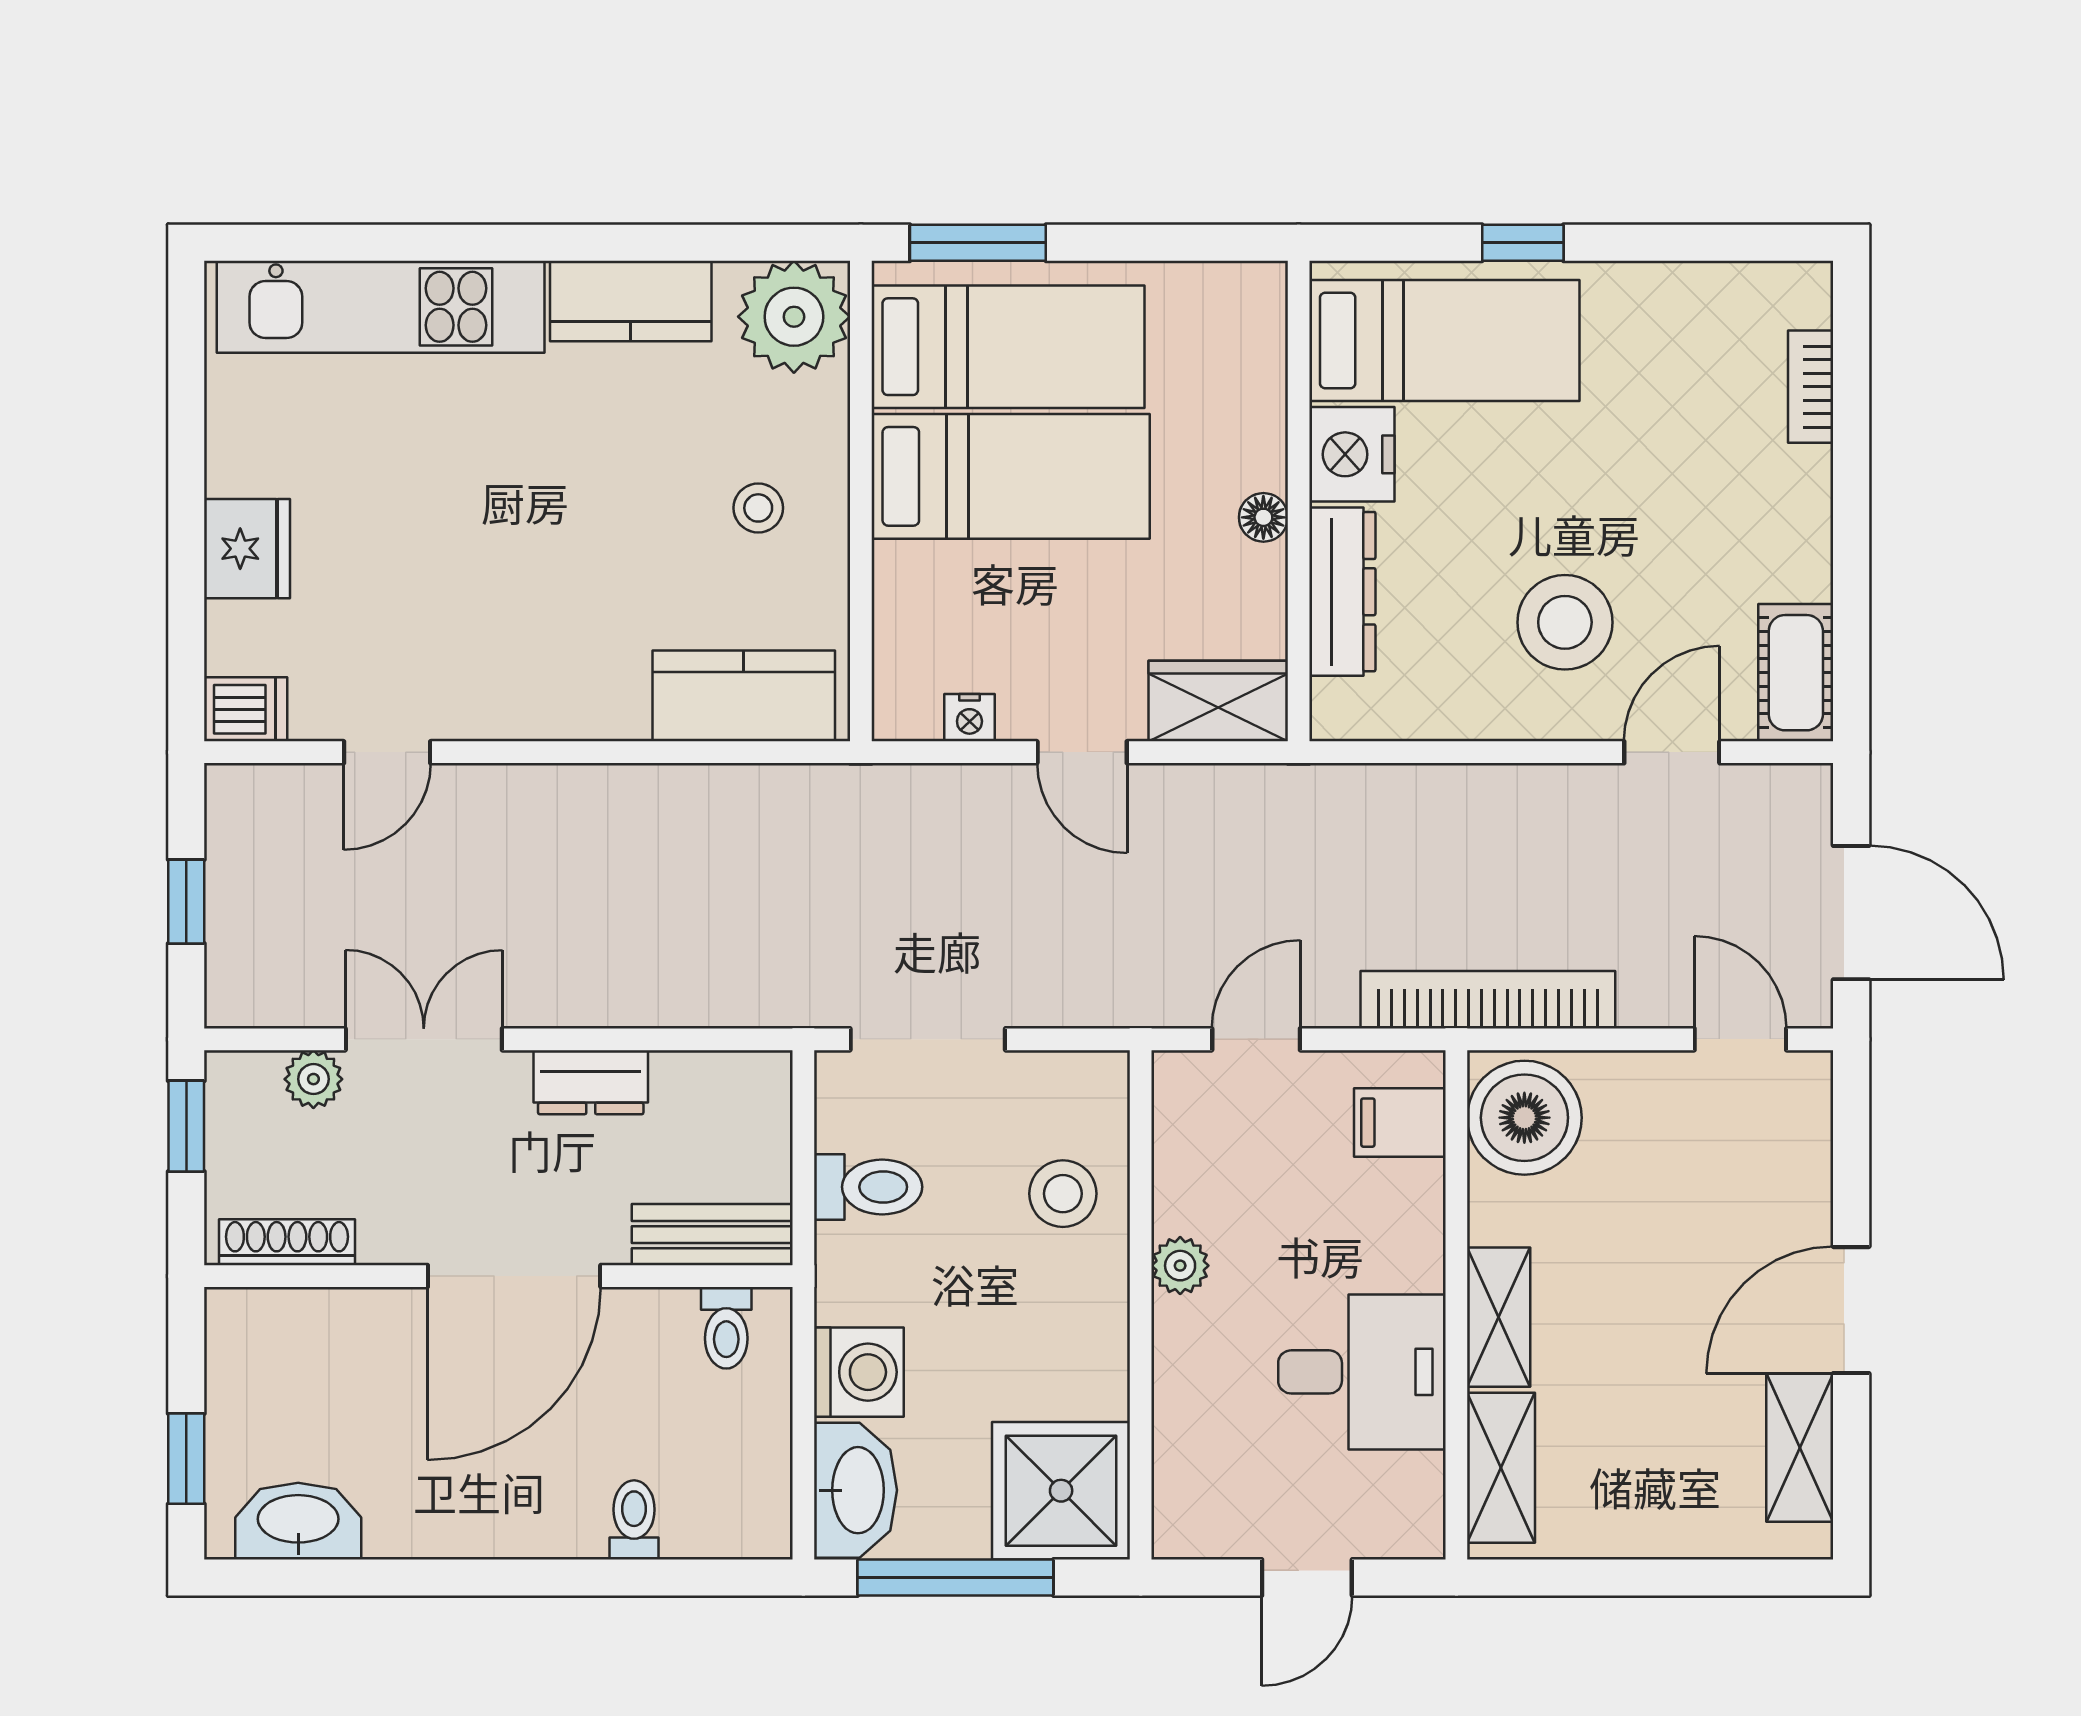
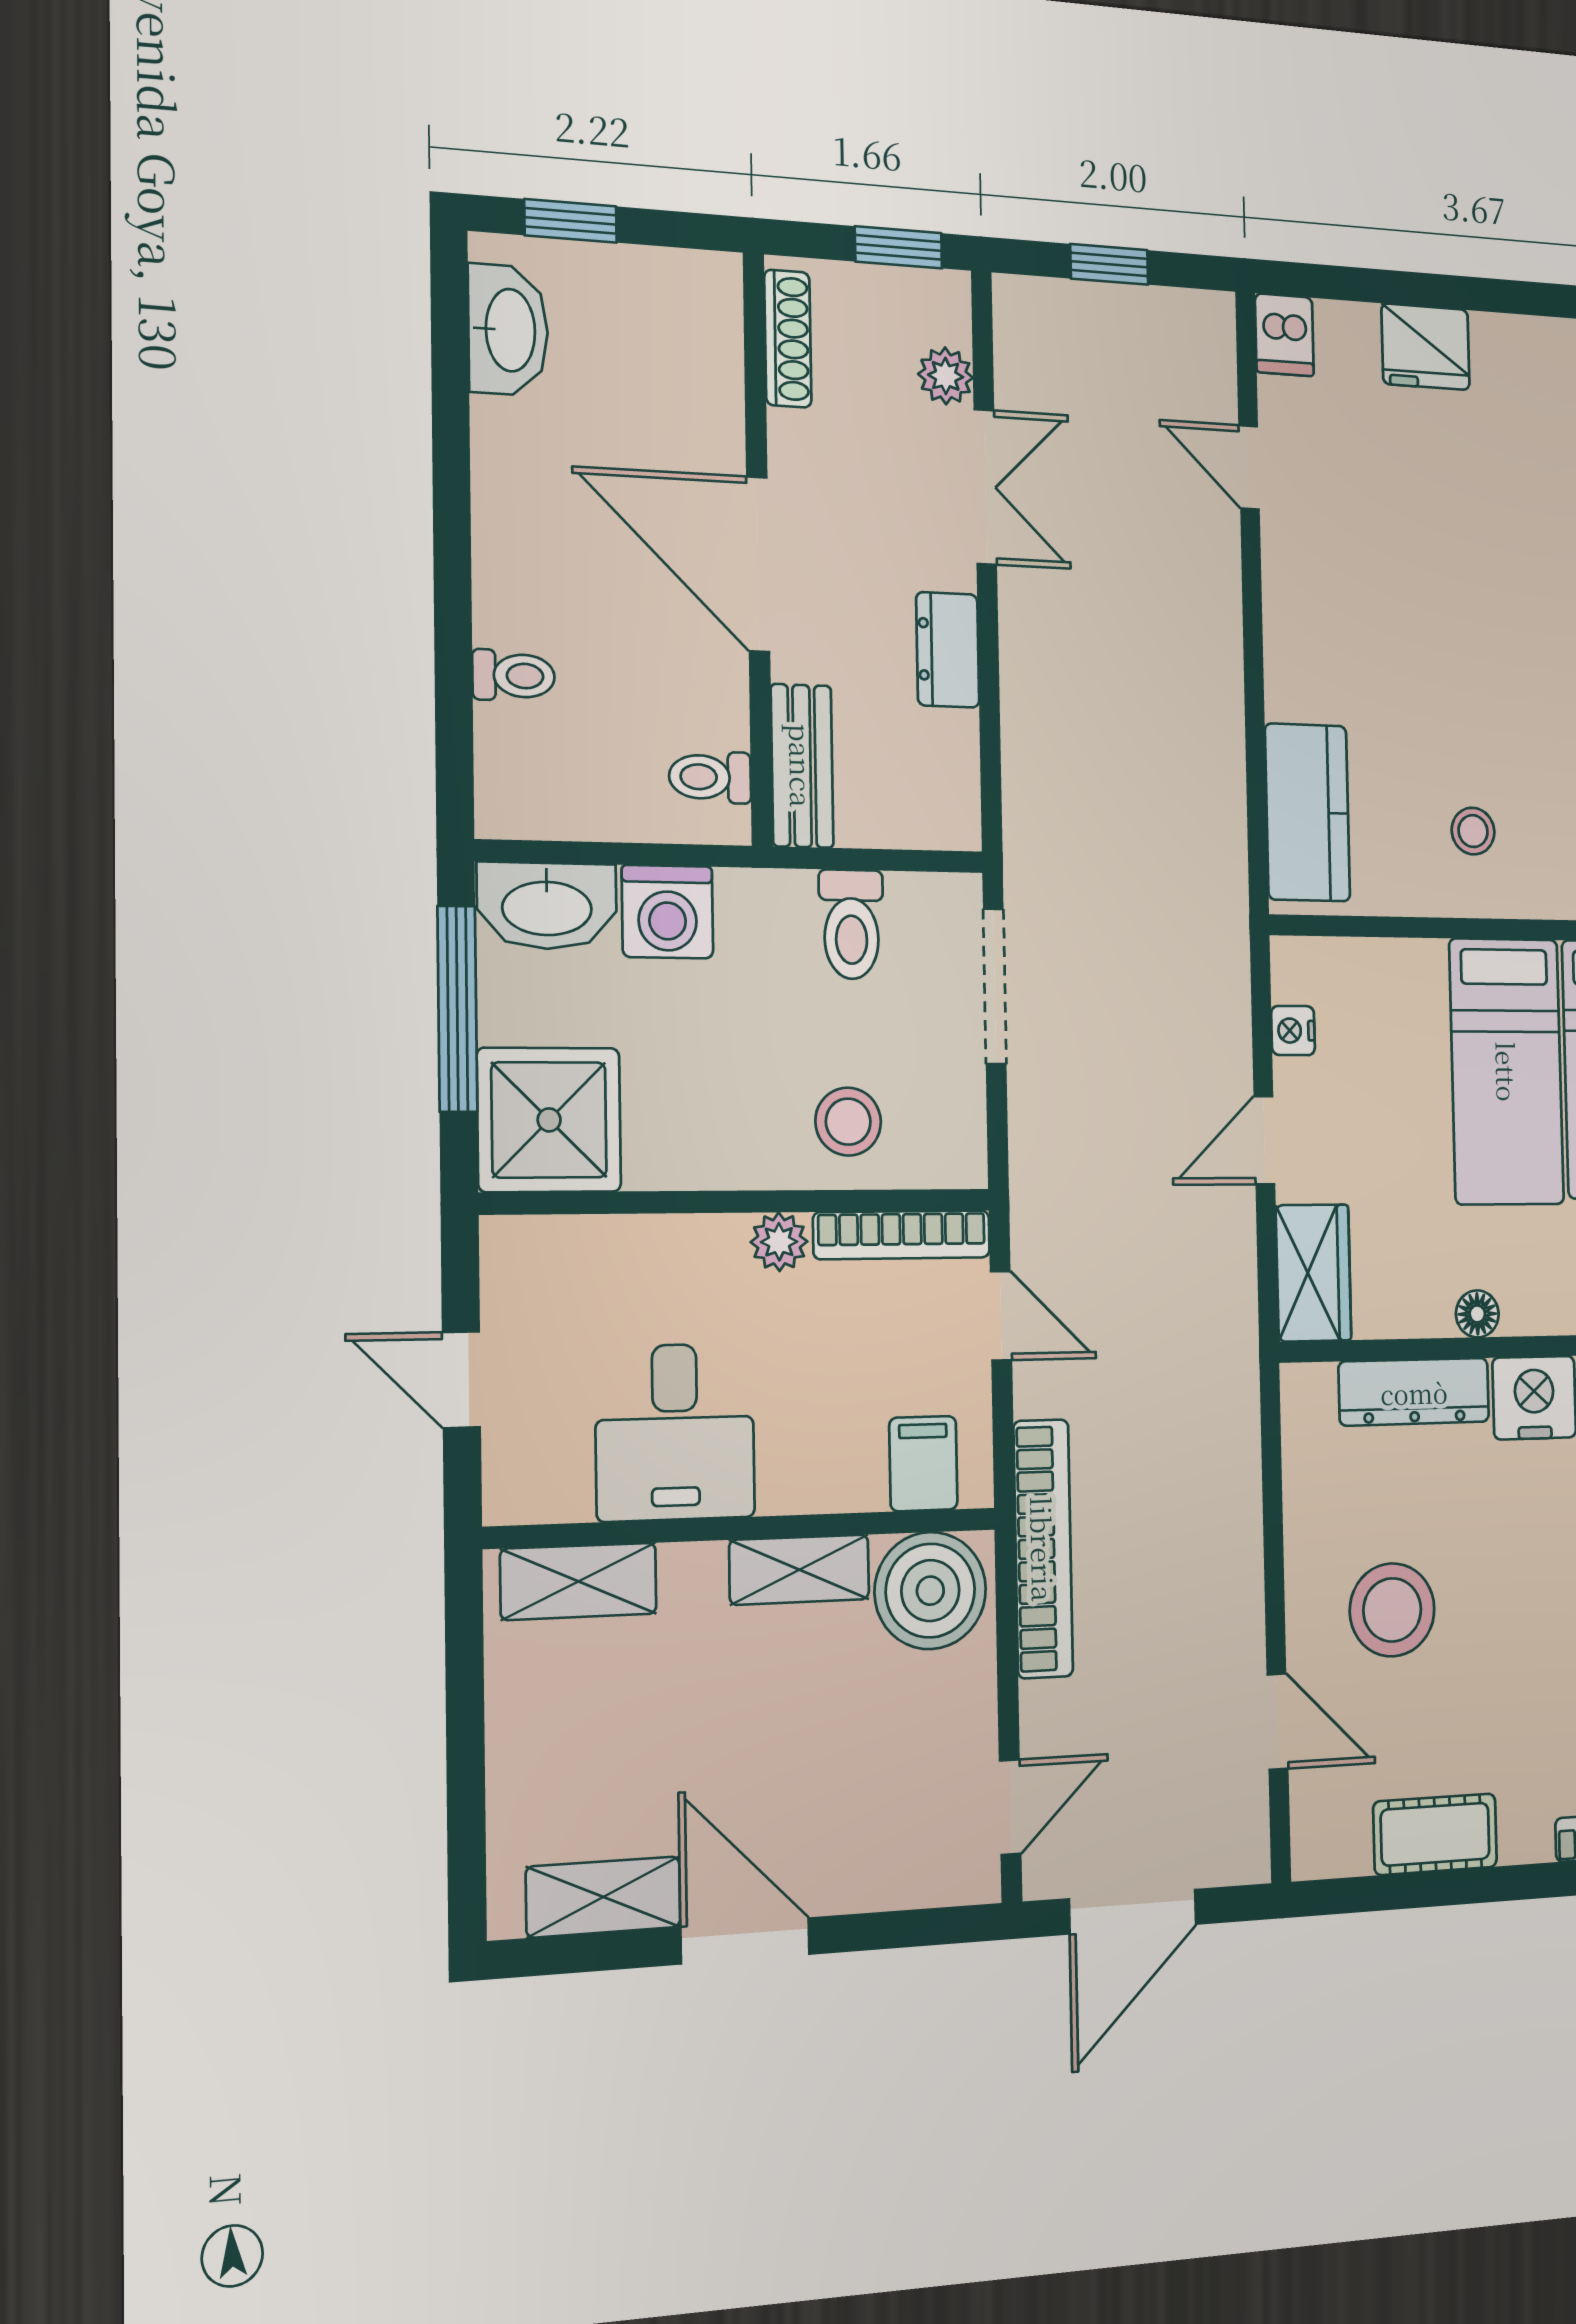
cot: (1796, 673) -> (1435, 1834), moved
bookcase: (1175, 1141) -> (902, 1235), added
shelving: (1499, 1317) -> (799, 1570), moved

